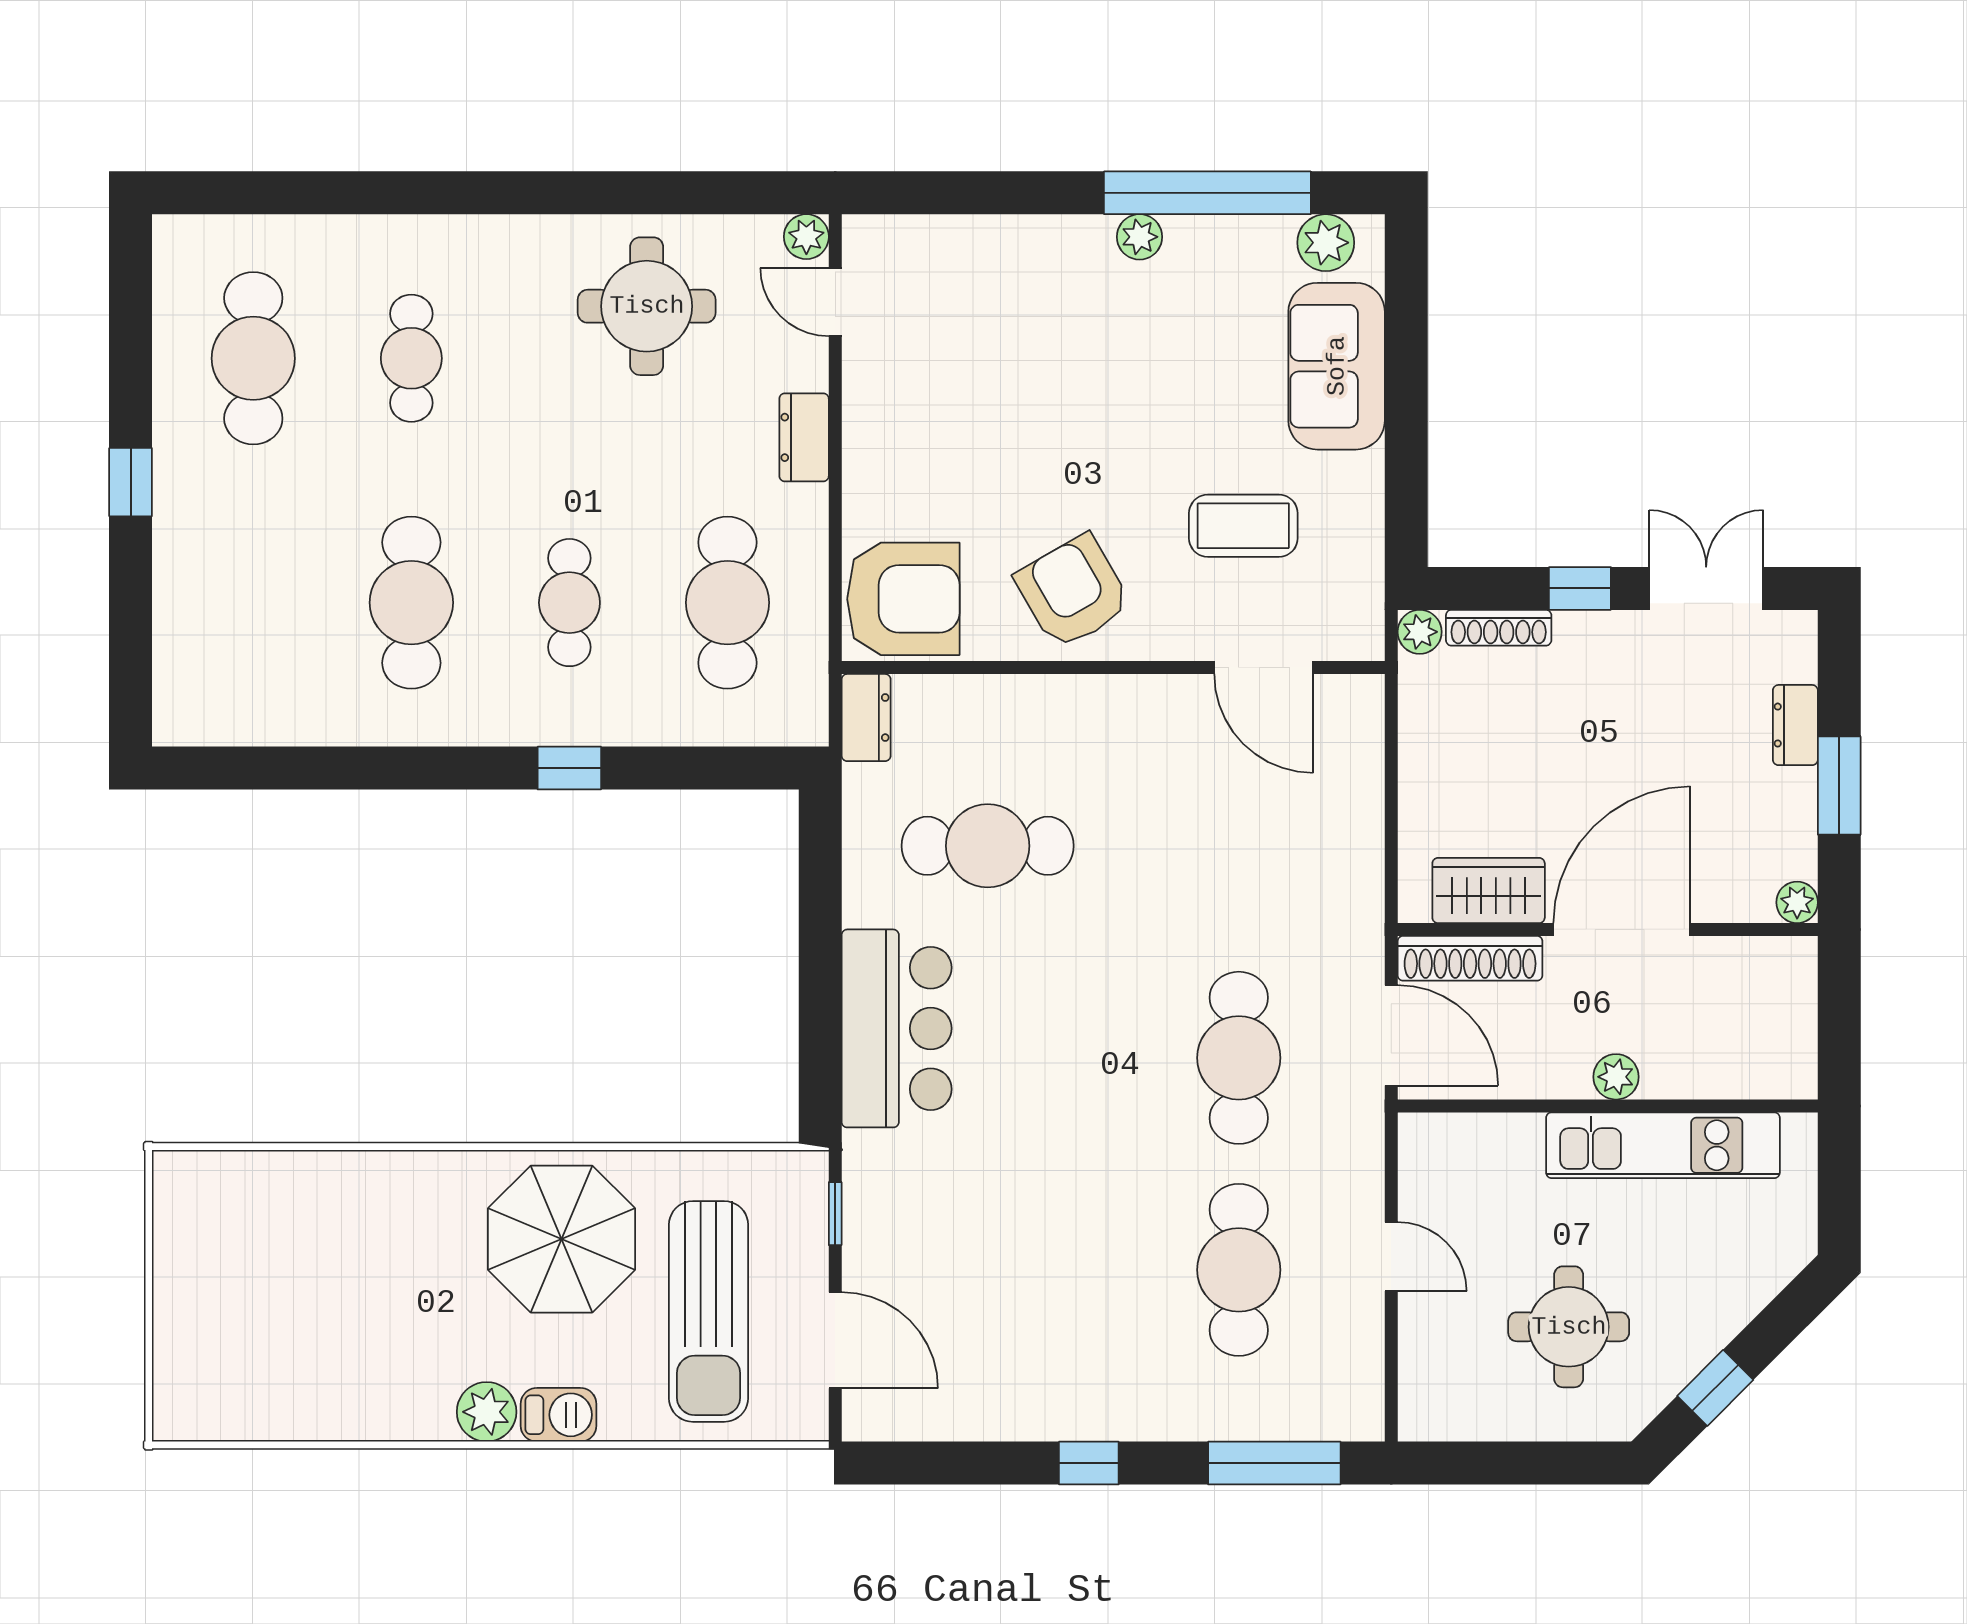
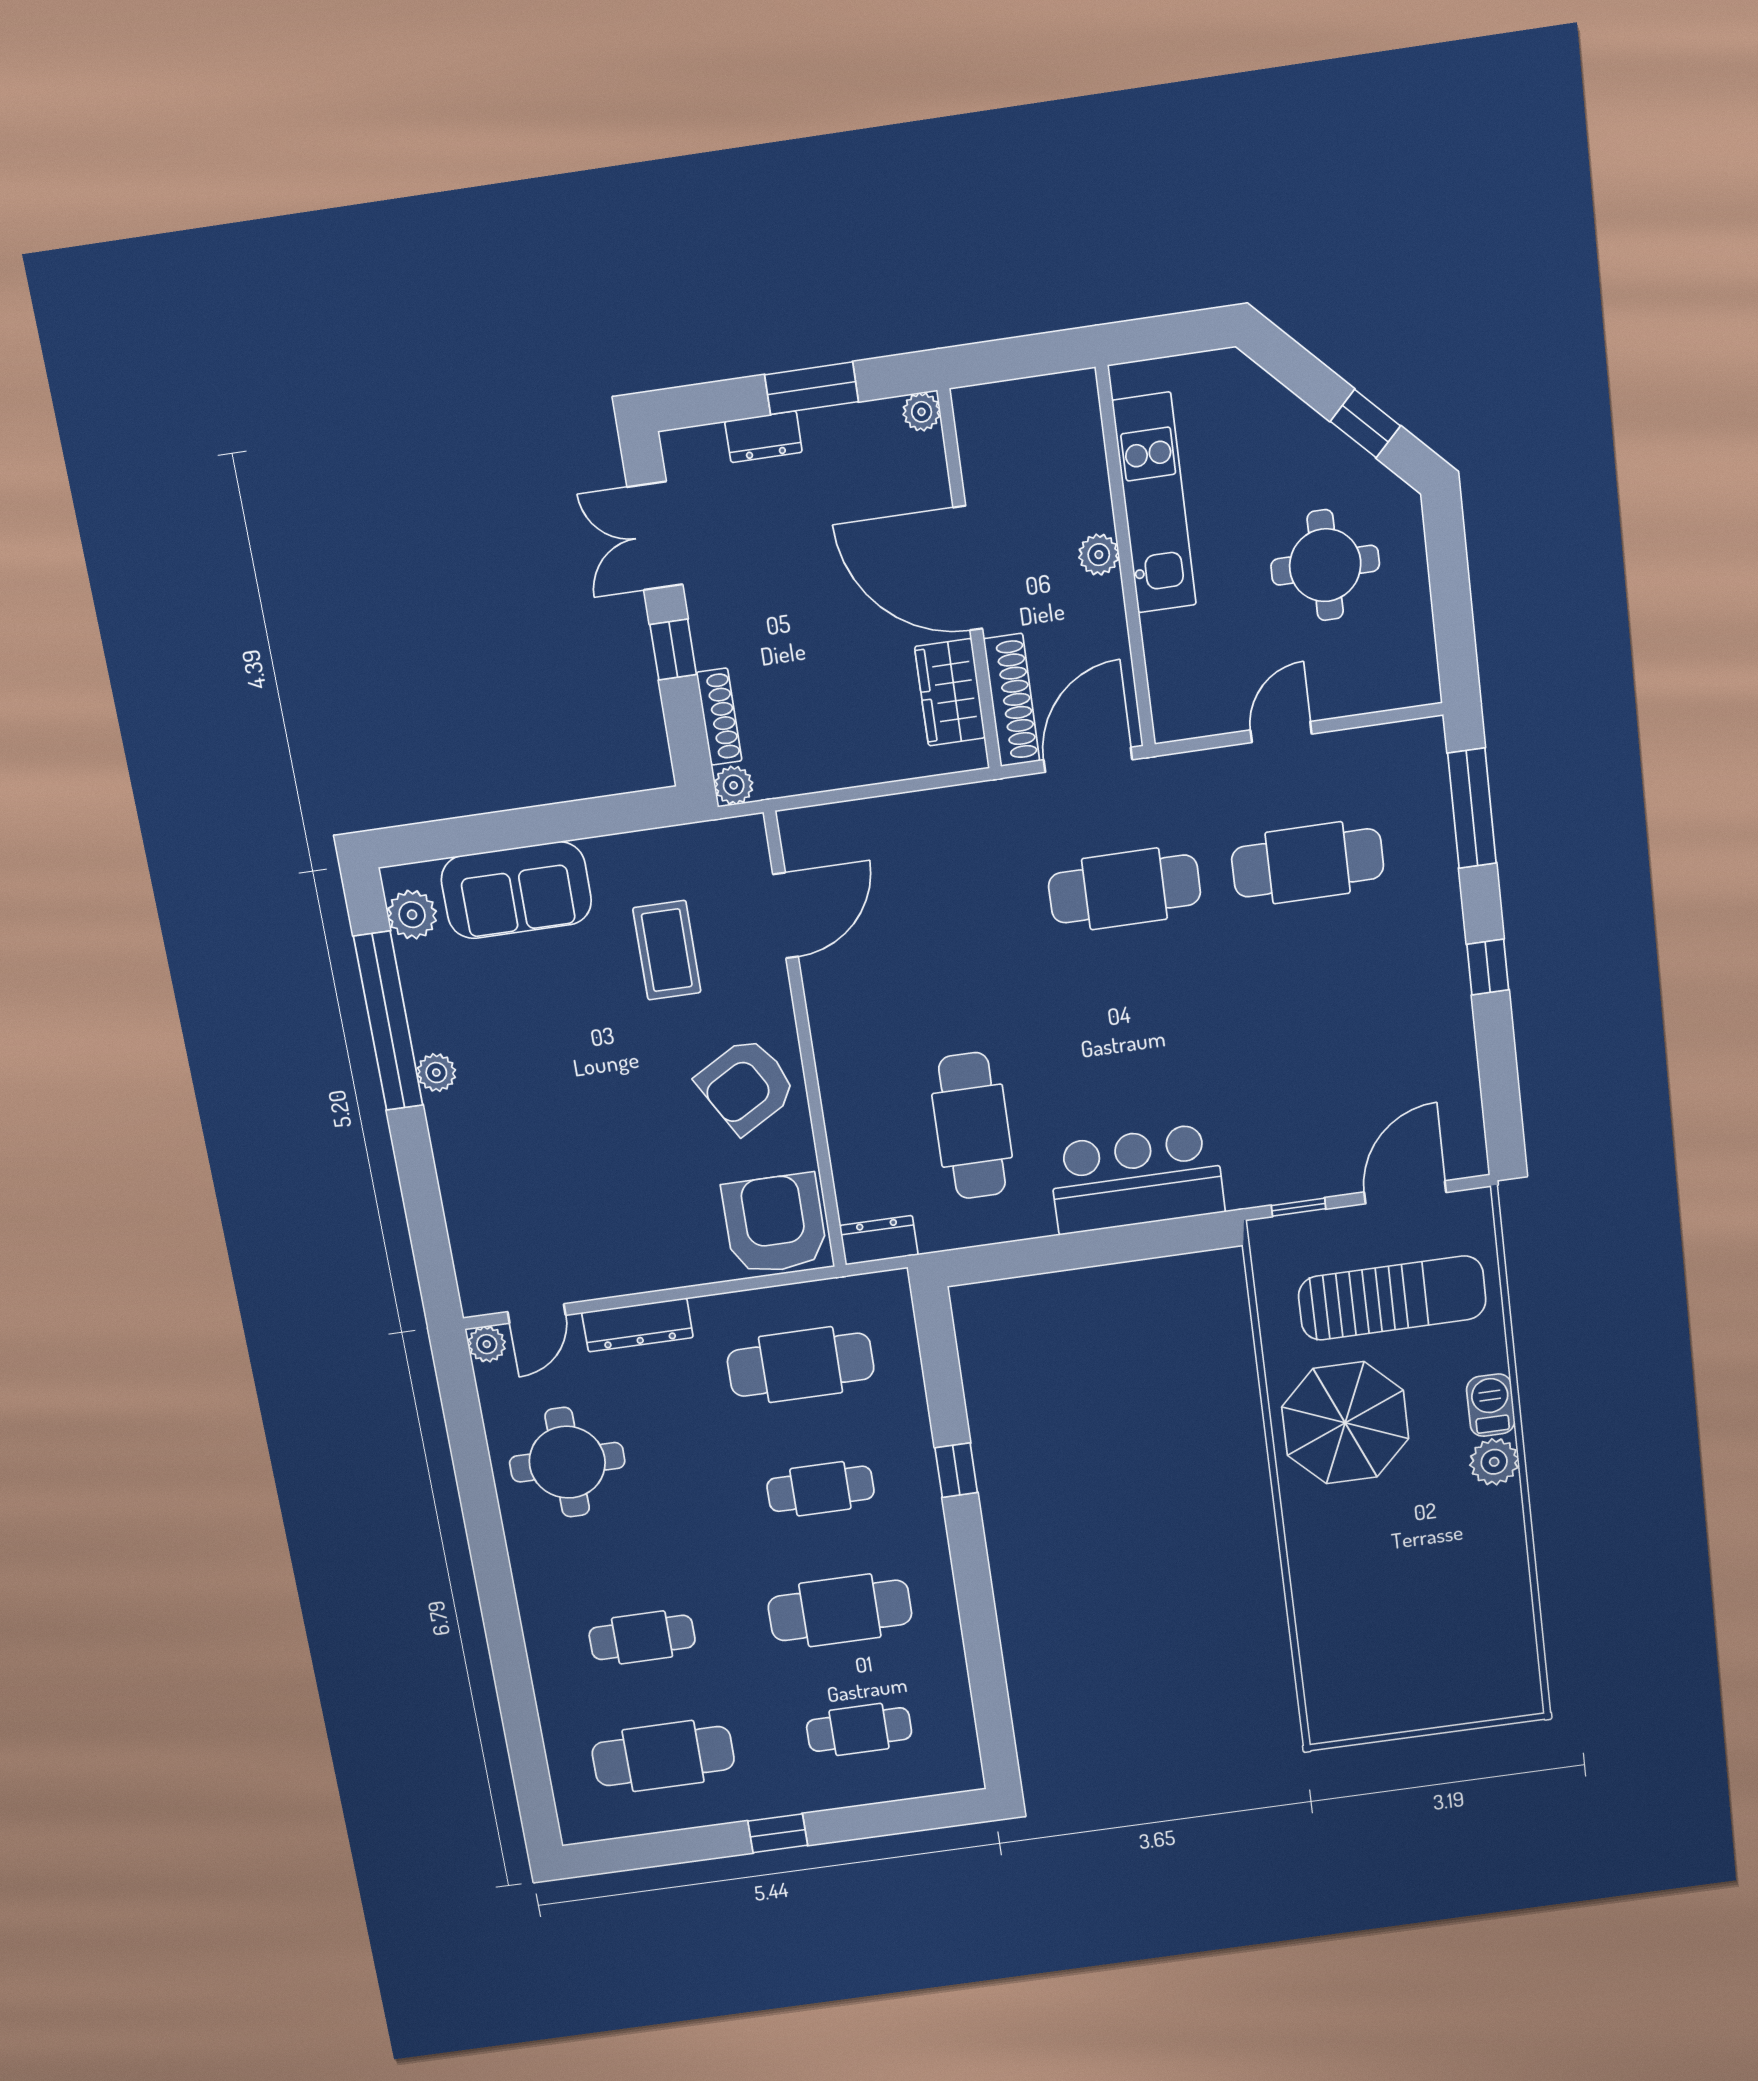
dresser: (804, 437) -> (637, 1325), width x1.44
cafe table: (253, 603) -> (859, 1729), added

